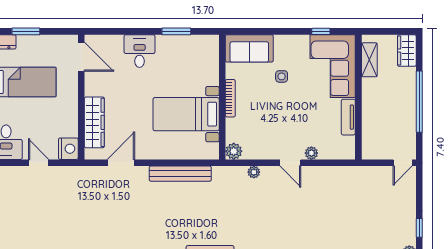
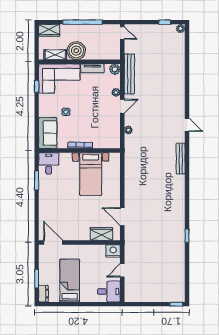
desk: (140, 51) -> (49, 163), moved, turned 90
door: (81, 57) -> (53, 242), hinge flipped
boiler: (376, 92) -> (76, 51), added
wardrobe: (94, 122) -> (101, 234), width x0.67
plant: (234, 151) -> (115, 69), moved
bench: (180, 174) -> (129, 74), moved

